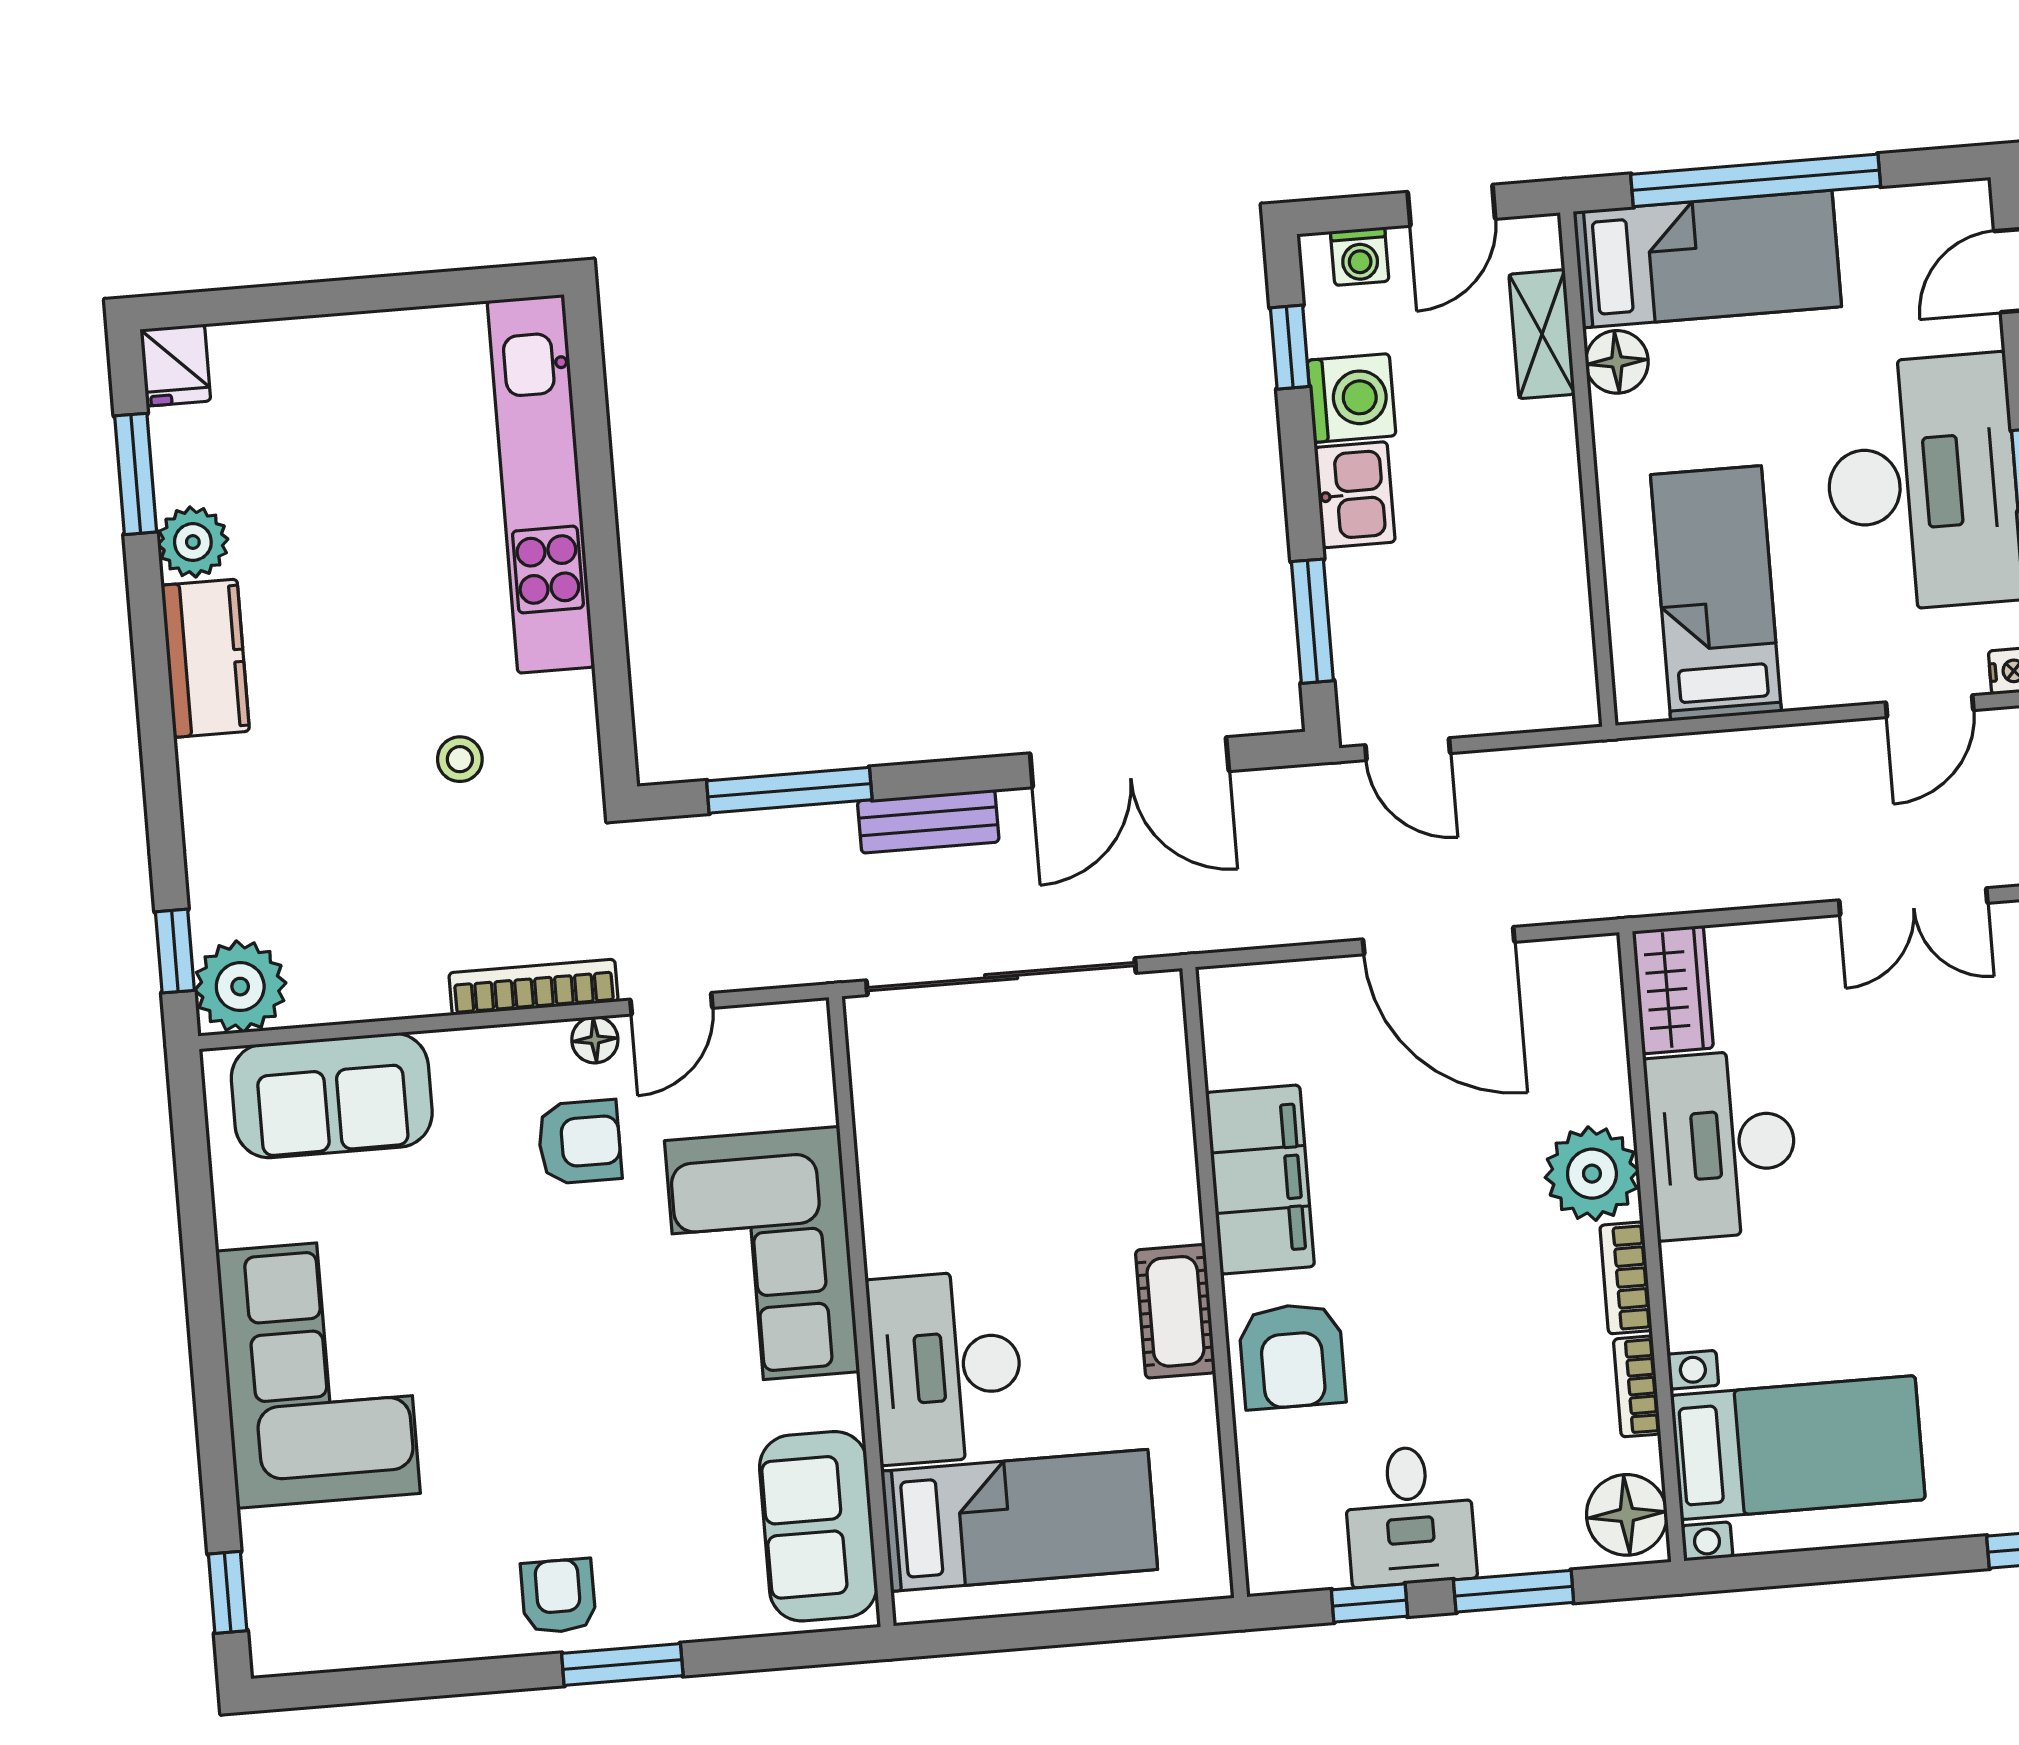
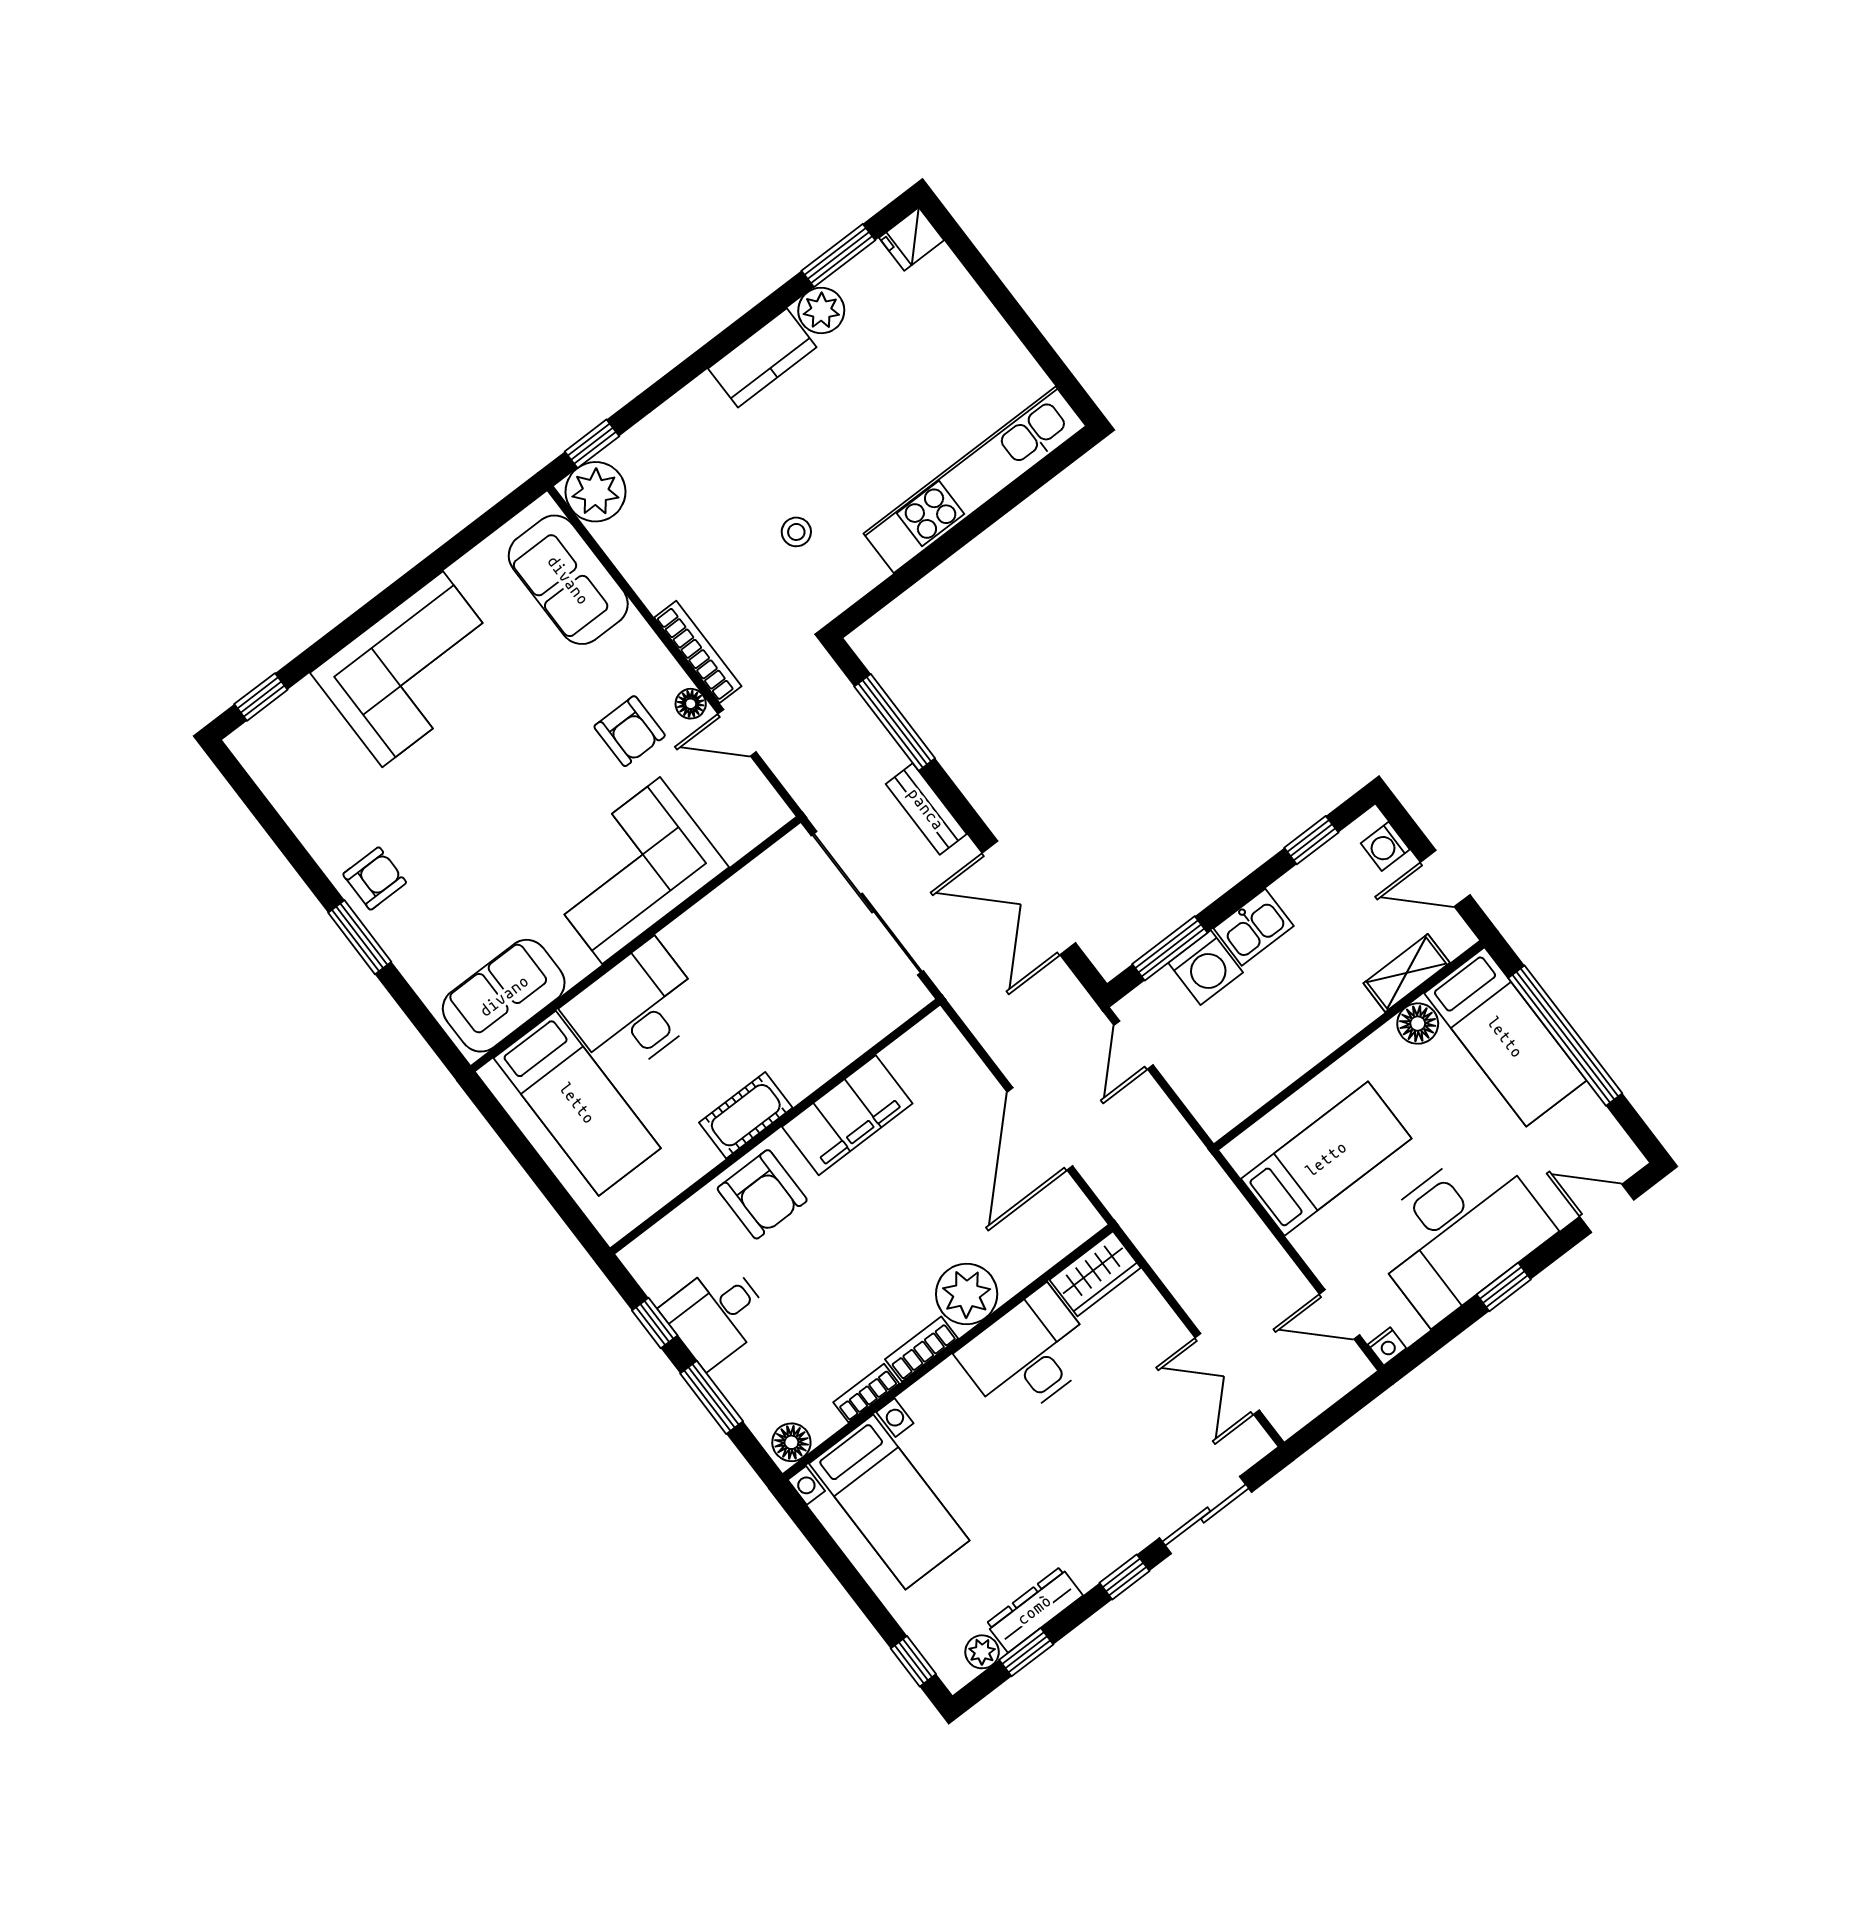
washing machine: (1352, 398) -> (1206, 968), moved
armchair: (1292, 1356) -> (762, 1194), turned -90
floor lamp: (1627, 1515) -> (791, 1442), width x0.73, depth x0.73

